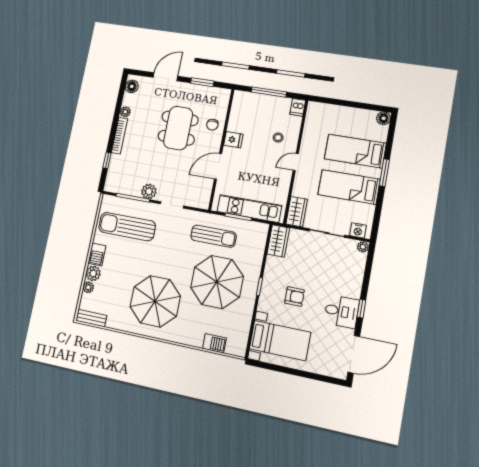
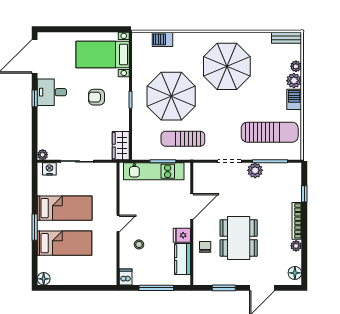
kitchen counter: (237, 116) -> (182, 259), added
wardrobe: (297, 212) -> (109, 176), removed

